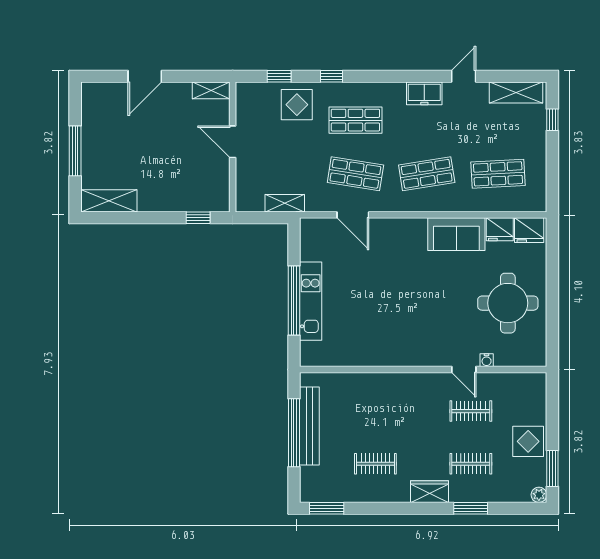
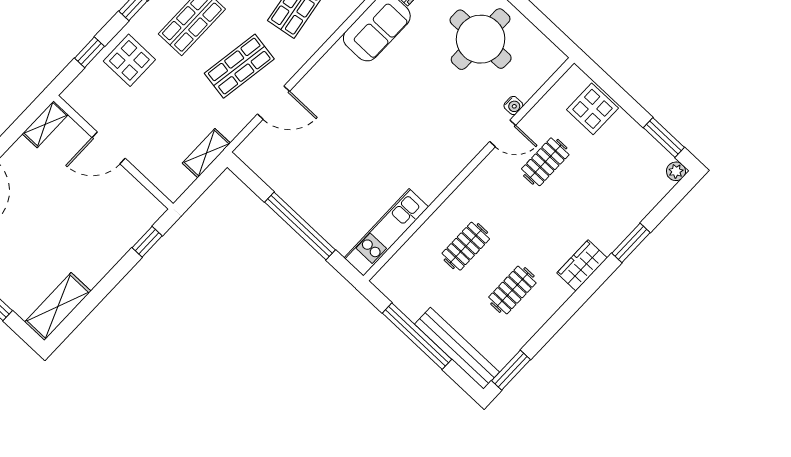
kitchen unit: (311, 301) -> (386, 232), moved, turned -90
bench: (309, 426) -> (457, 348), moved
display table: (528, 441) -> (592, 109), moved
clothes rail: (471, 464) -> (466, 246), moved

